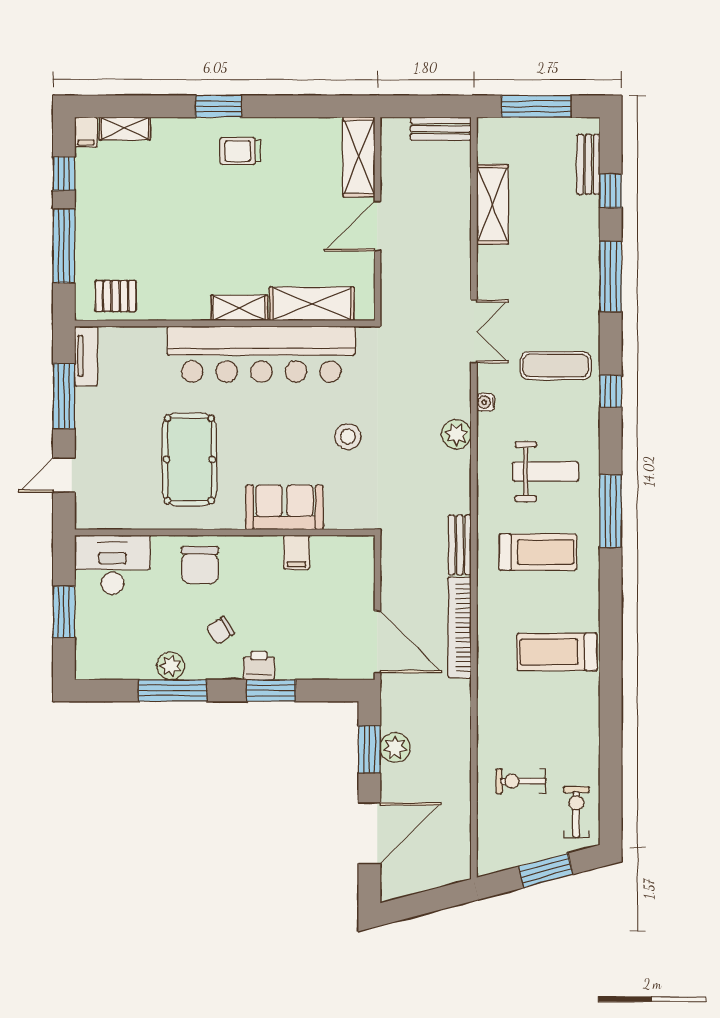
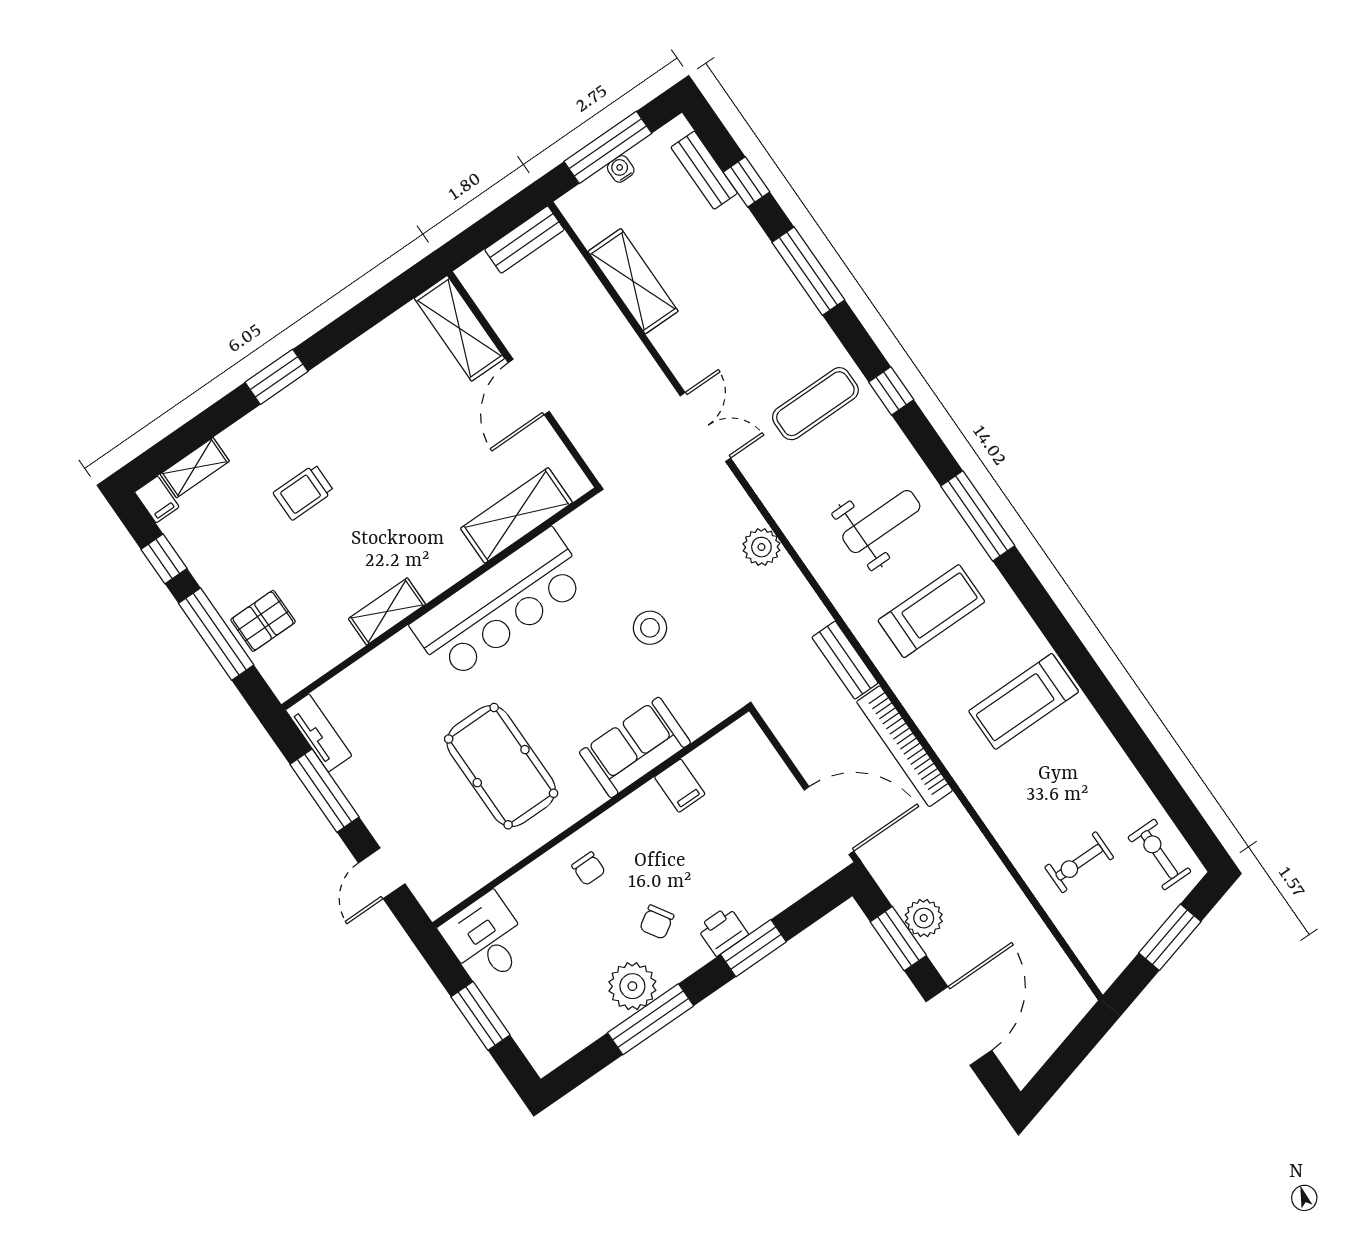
trolley: (241, 151) -> (304, 492), moved
pallet: (116, 296) -> (263, 621), moved
shelving: (239, 308) -> (387, 611), moved
bar counter: (261, 354) -> (500, 604), width x0.73
water cooler: (486, 402) -> (621, 169), moved, turned 90
desk: (112, 565) -> (486, 939), width x0.73
chair: (200, 565) -> (588, 869), width x0.54, depth x0.54
plant: (171, 666) -> (632, 986), width x1.36, depth x1.36

